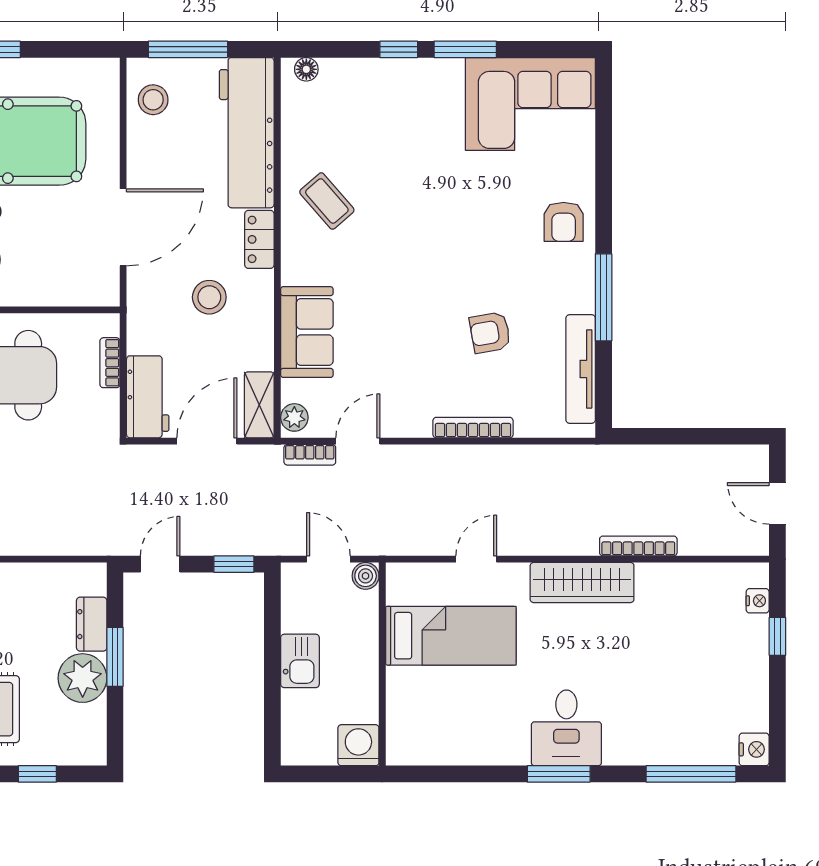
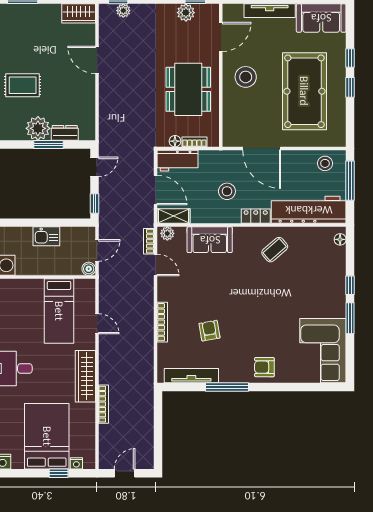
floor lamp: (108, 402) -> (175, 141), added
door: (160, 564) -> (95, 167), hinge flipped
bed: (703, 660) -> (47, 436), added

